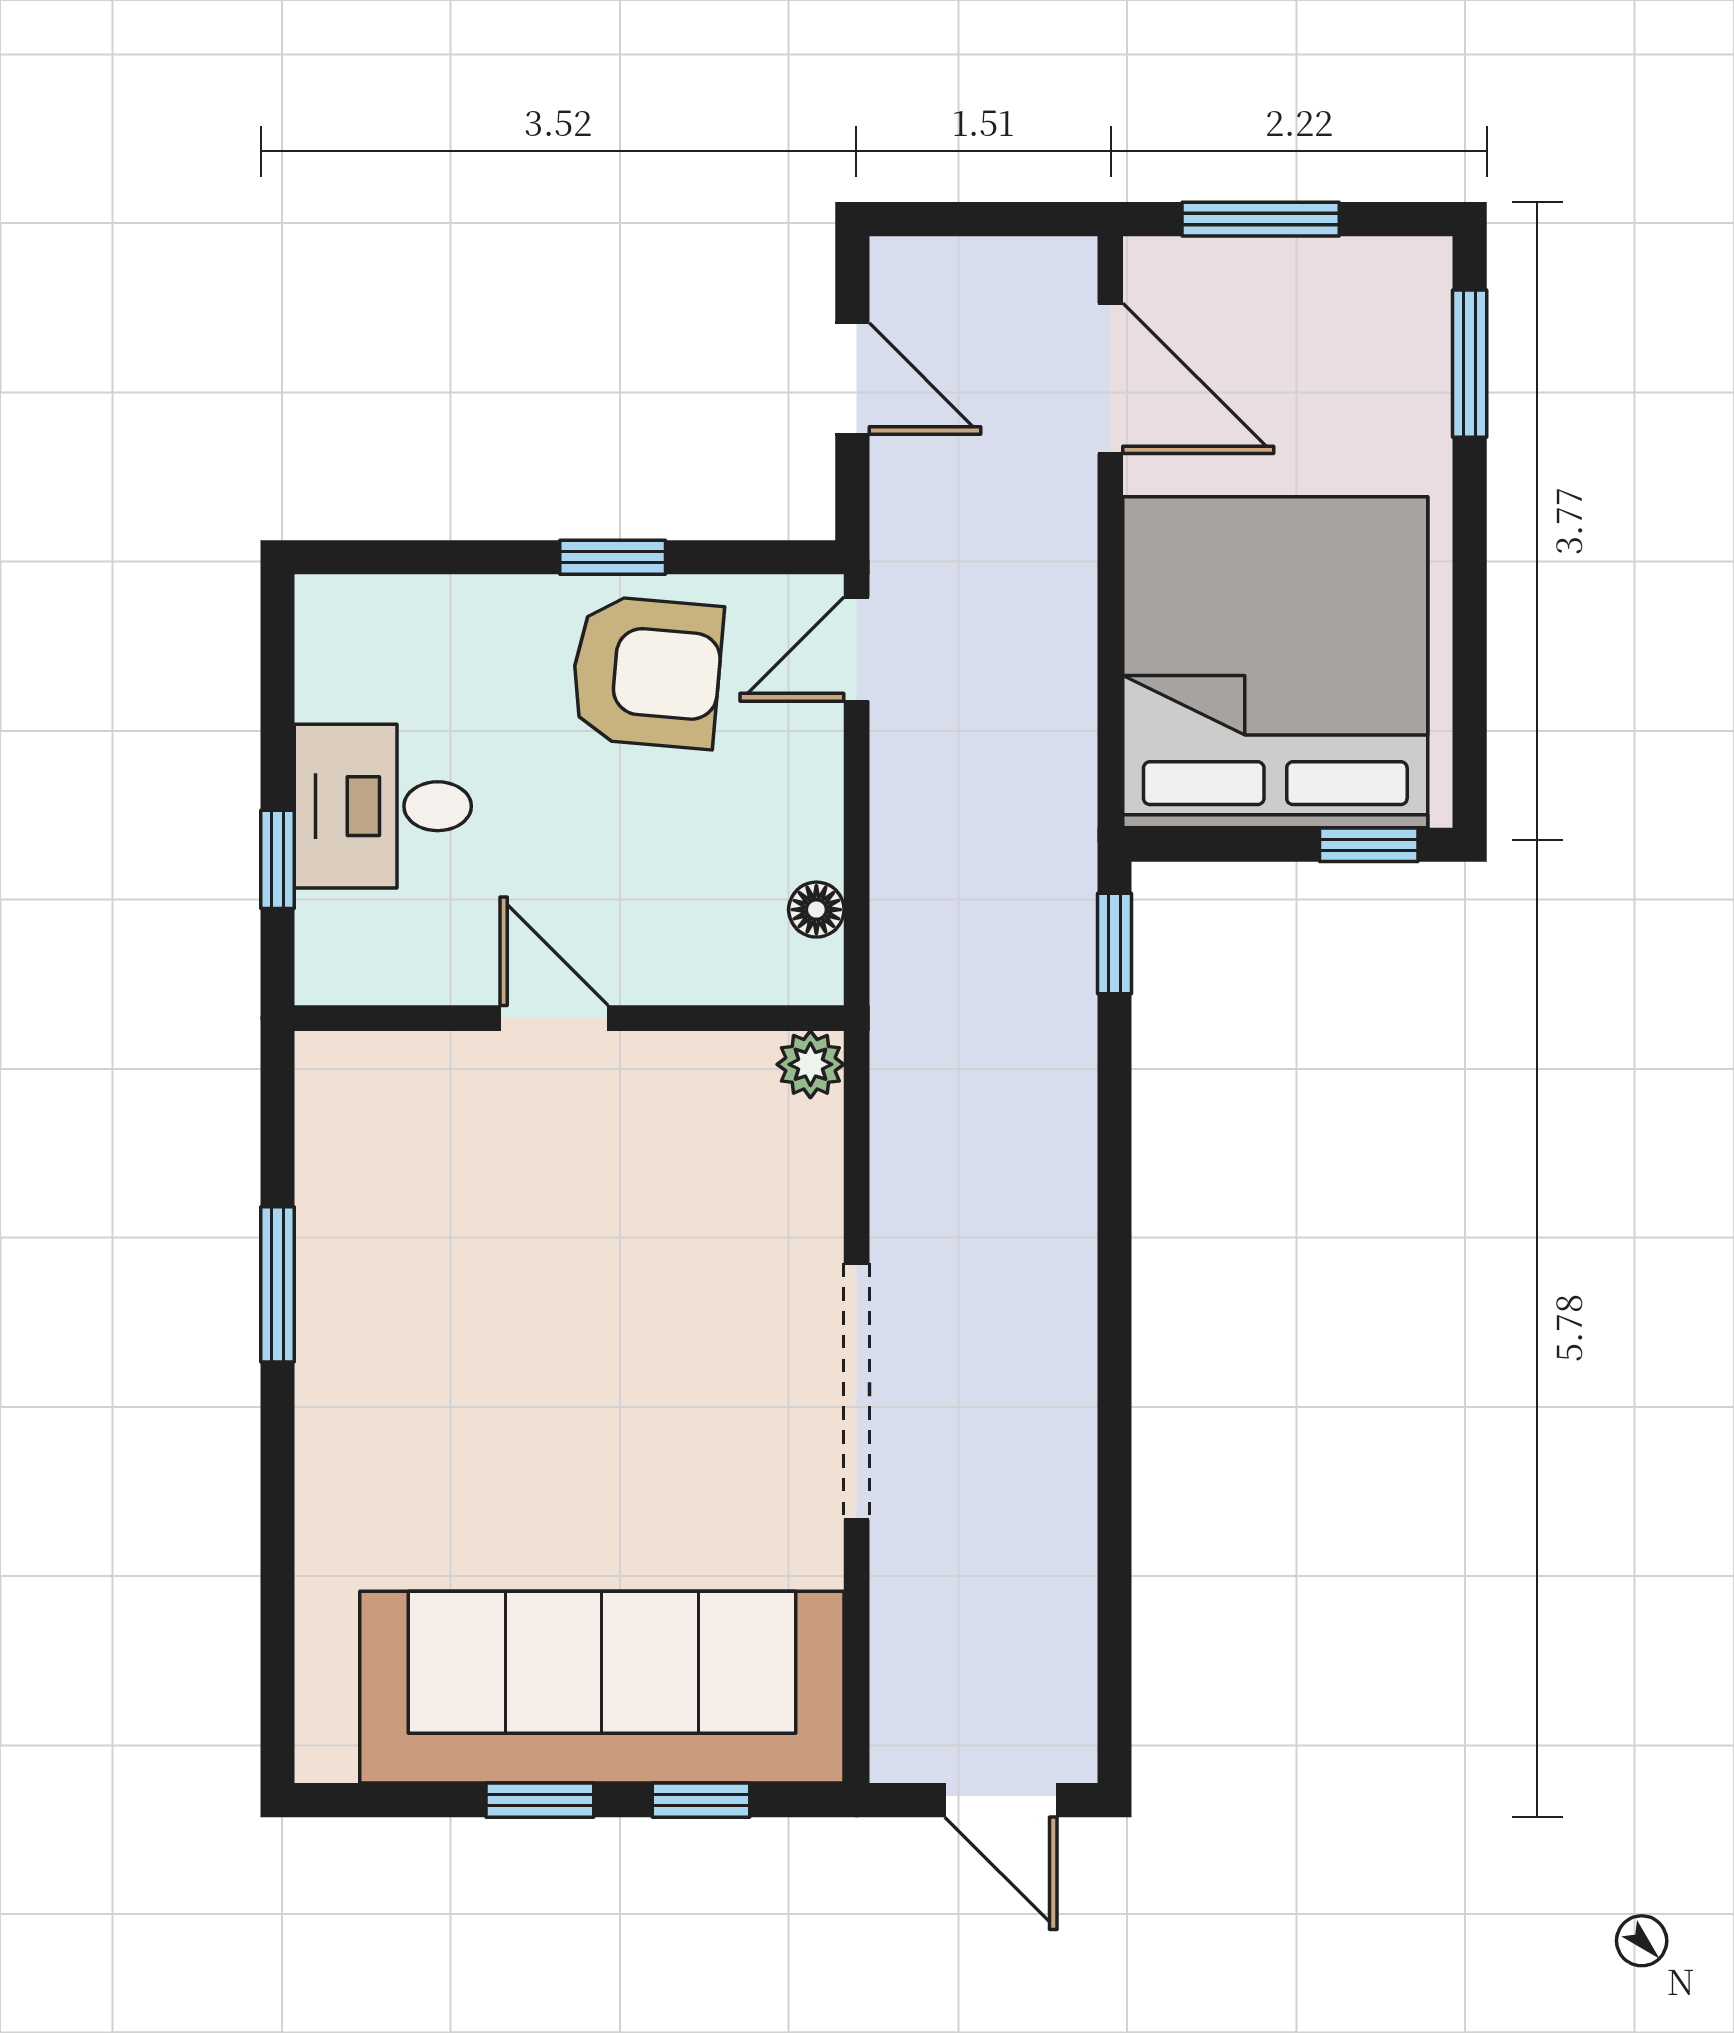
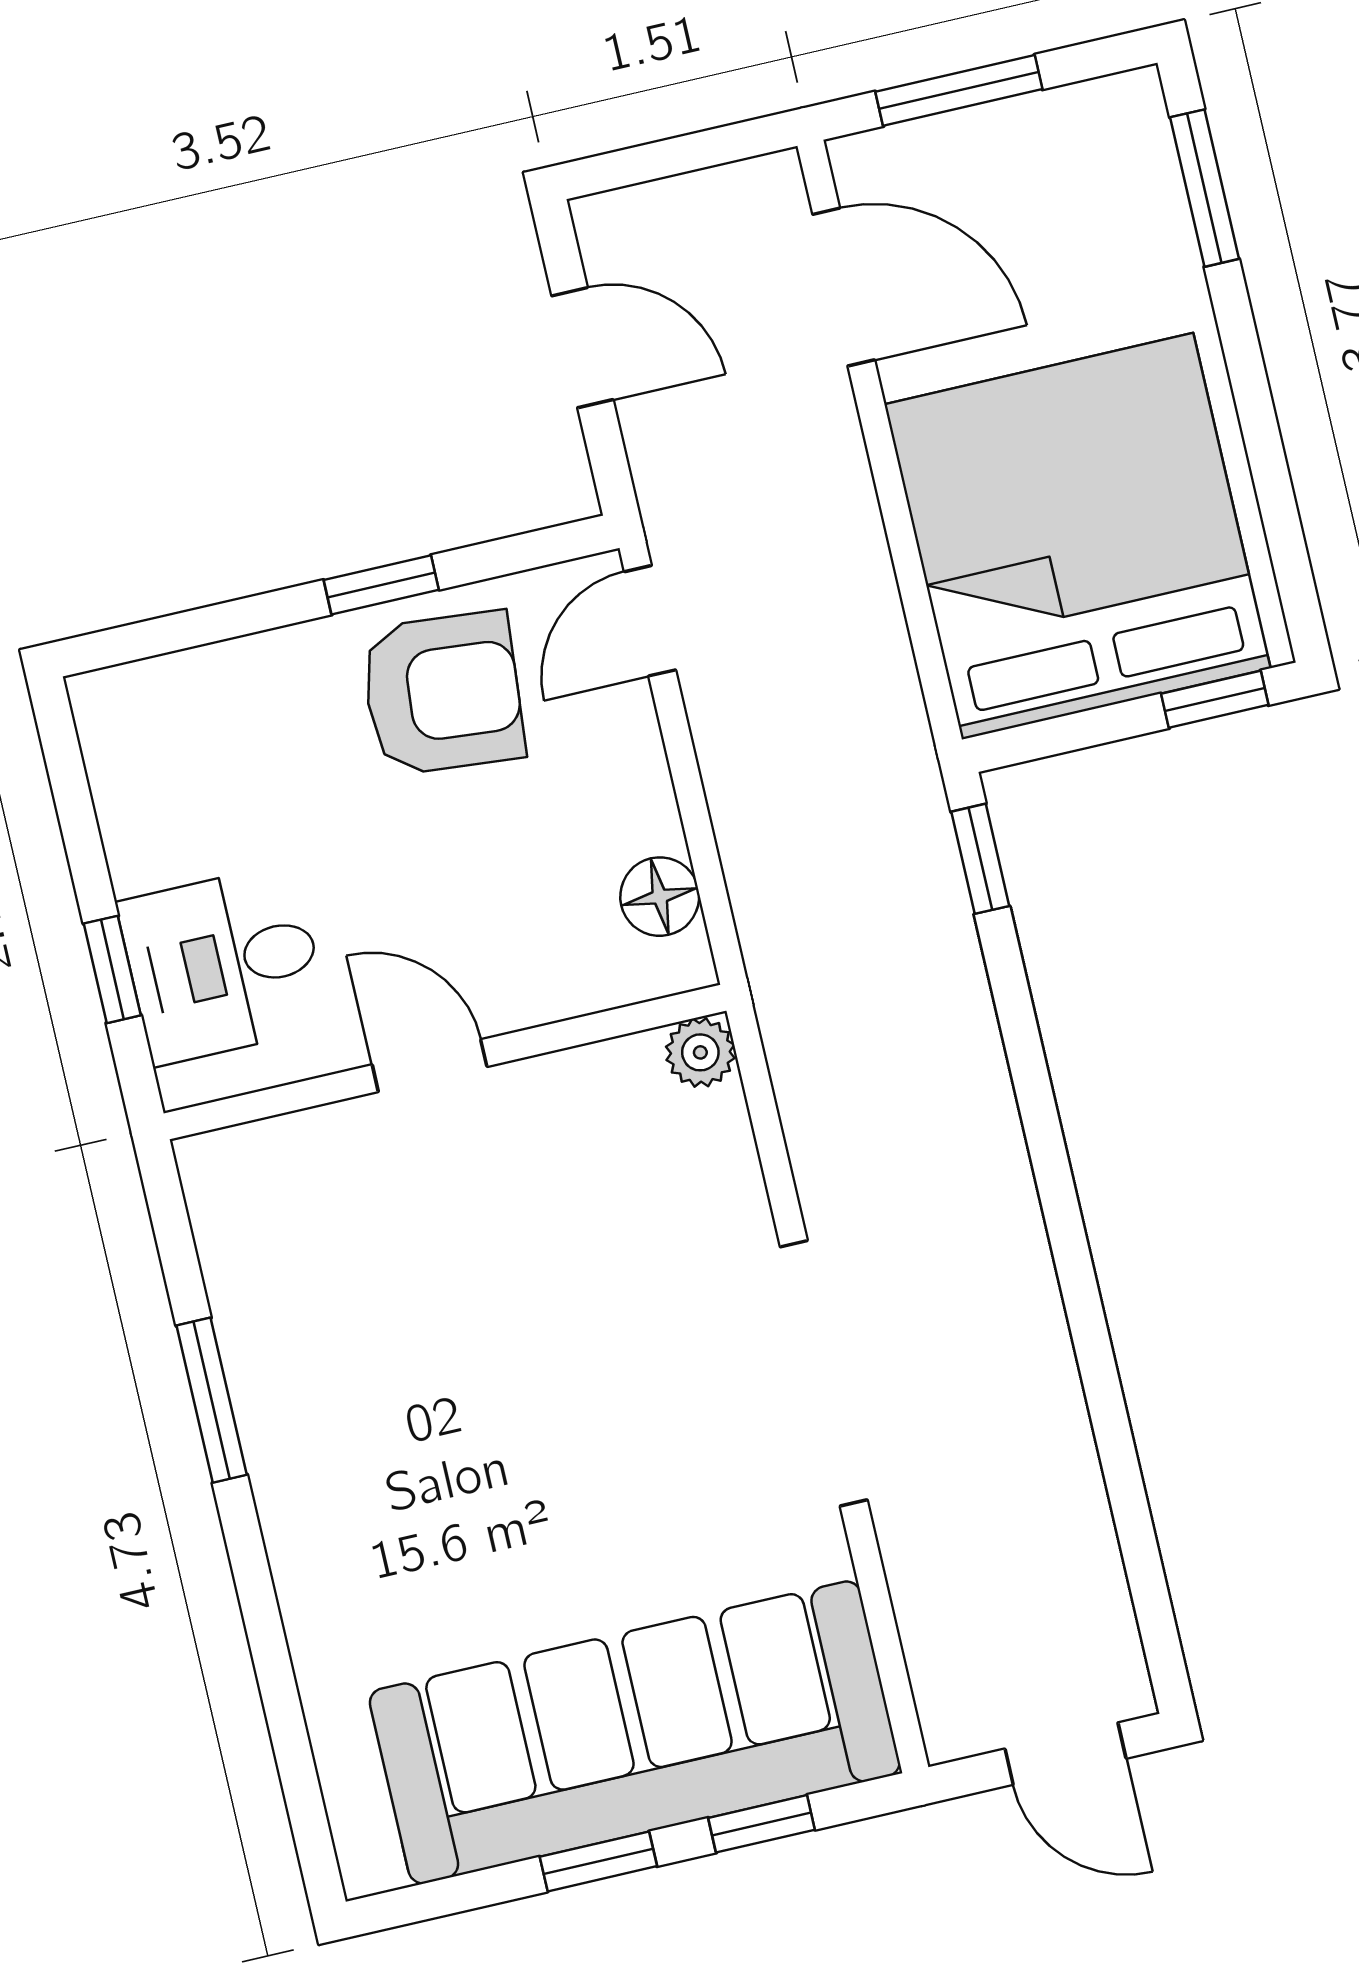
desk: (383, 806) -> (223, 964), moved
floor lamp: (816, 910) -> (660, 897), width x1.37, depth x1.37

